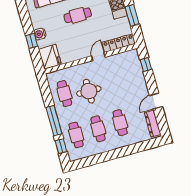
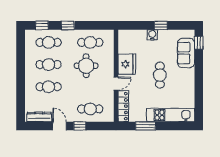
window: (32, 41) -> (161, 25), moved
fridge: (50, 57) -> (127, 64), moved, turned -90
door: (98, 57) -> (116, 84), hinge flipped
window: (146, 64) -> (80, 126), moved
cafe table: (131, 75) -> (90, 109), added
window: (54, 120) -> (68, 25), width x0.46

